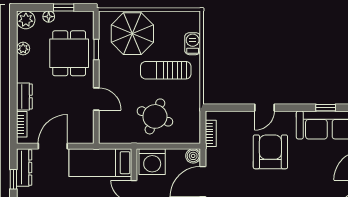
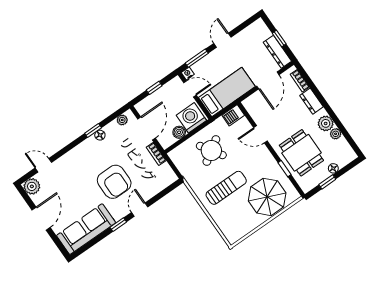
plant: (26, 20) -> (326, 123), moved
barbecue: (193, 44) -> (233, 115), moved, turned 90
window: (326, 108) -> (118, 225), moved
round table: (155, 116) -> (211, 151), turned 35
bookcase: (211, 133) -> (156, 154), moved
boiler: (193, 156) -> (179, 132), moved

